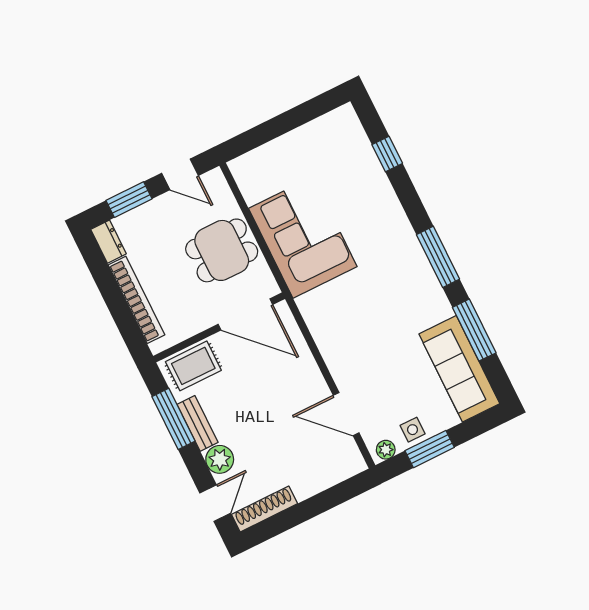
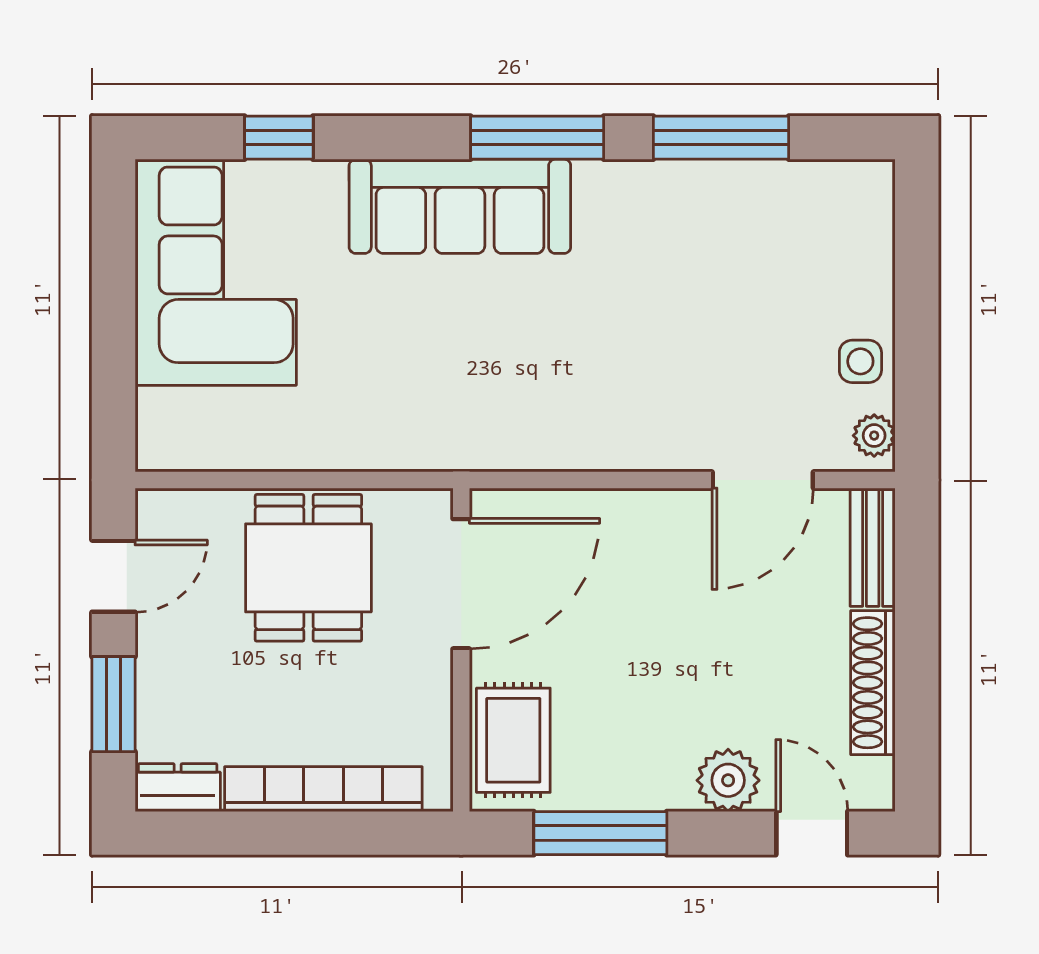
corner sofa: (303, 238) -> (216, 272), moved, turned 90
sofa: (459, 369) -> (460, 206), moved
bench: (198, 423) -> (873, 547), moved, turned 90
window: (430, 449) -> (917, 346), removed
shoe rack: (264, 509) -> (873, 683), moved

